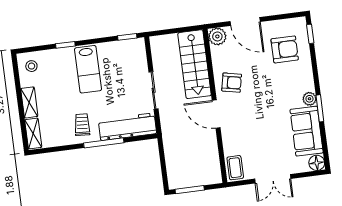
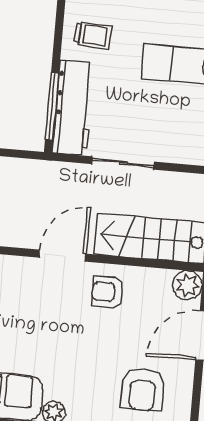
armchair: (232, 83) -> (108, 292), turned 78
window: (104, 143) -> (52, 106), moved

